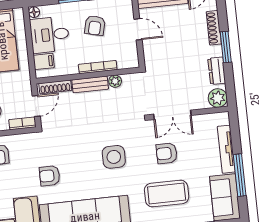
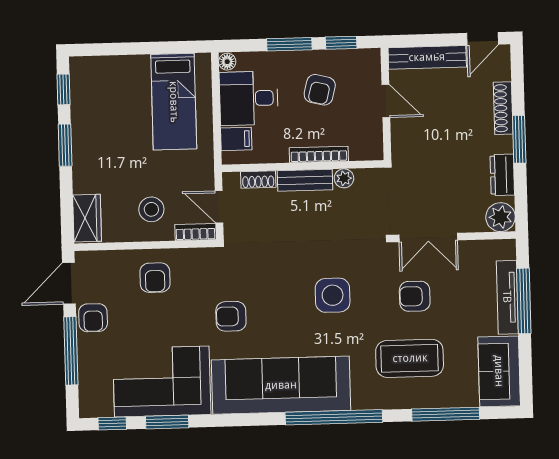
shoe rack: (55, 87) -> (258, 180), width x0.70
door: (36, 106) -> (219, 207), swing flipped
window: (240, 175) -> (524, 301), moved

